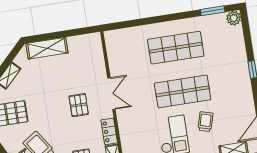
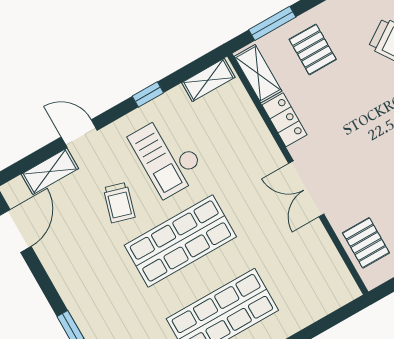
pallet: (79, 105) -> (366, 243), moved

